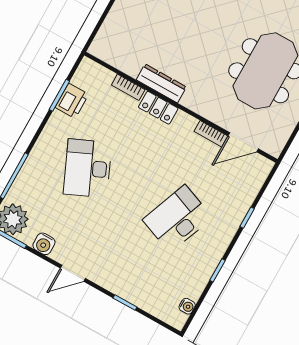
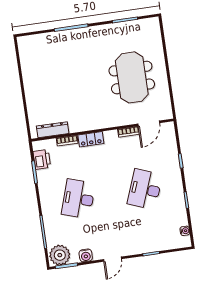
dresser: (161, 83) -> (53, 130), moved
printer: (72, 101) -> (42, 159), moved
desk: (88, 168) -> (78, 199), turned 42

